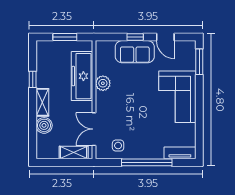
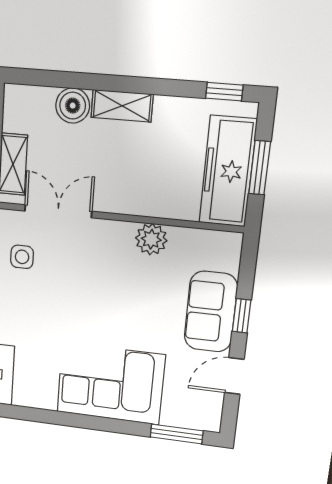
freezer: (82, 76) -> (228, 171), moved, turned -90
window: (33, 79) -> (224, 92), moved

